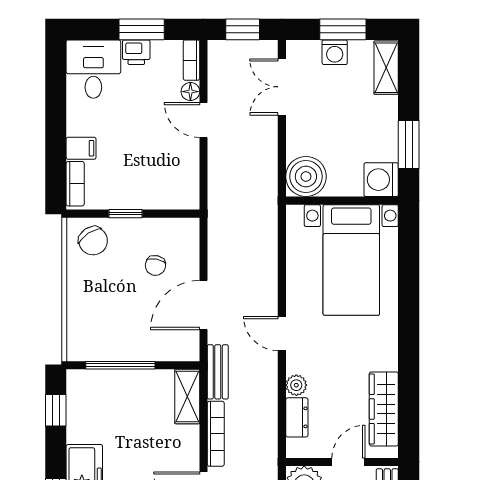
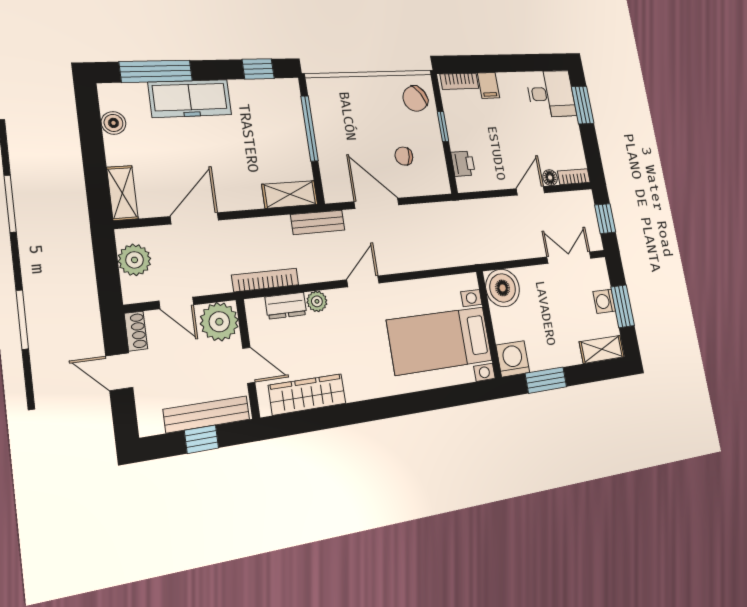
window: (142, 29) -> (583, 105), moved
printer: (136, 52) -> (463, 164), moved, turned 180
bookcase: (216, 434) -> (265, 280), moved, turned 180

